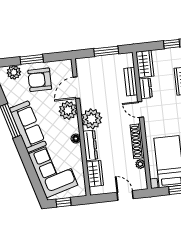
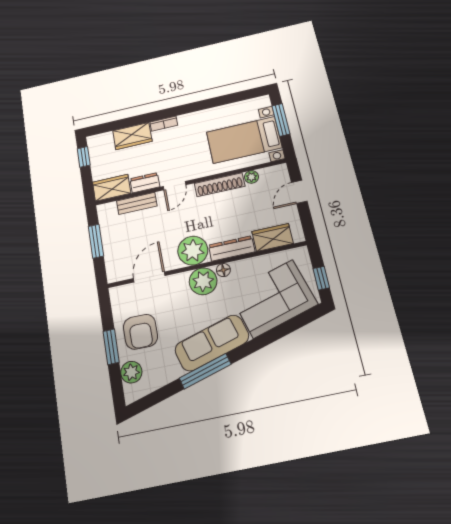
door: (76, 88) -> (149, 277), swing flipped
plant: (68, 110) -> (203, 281), moved

